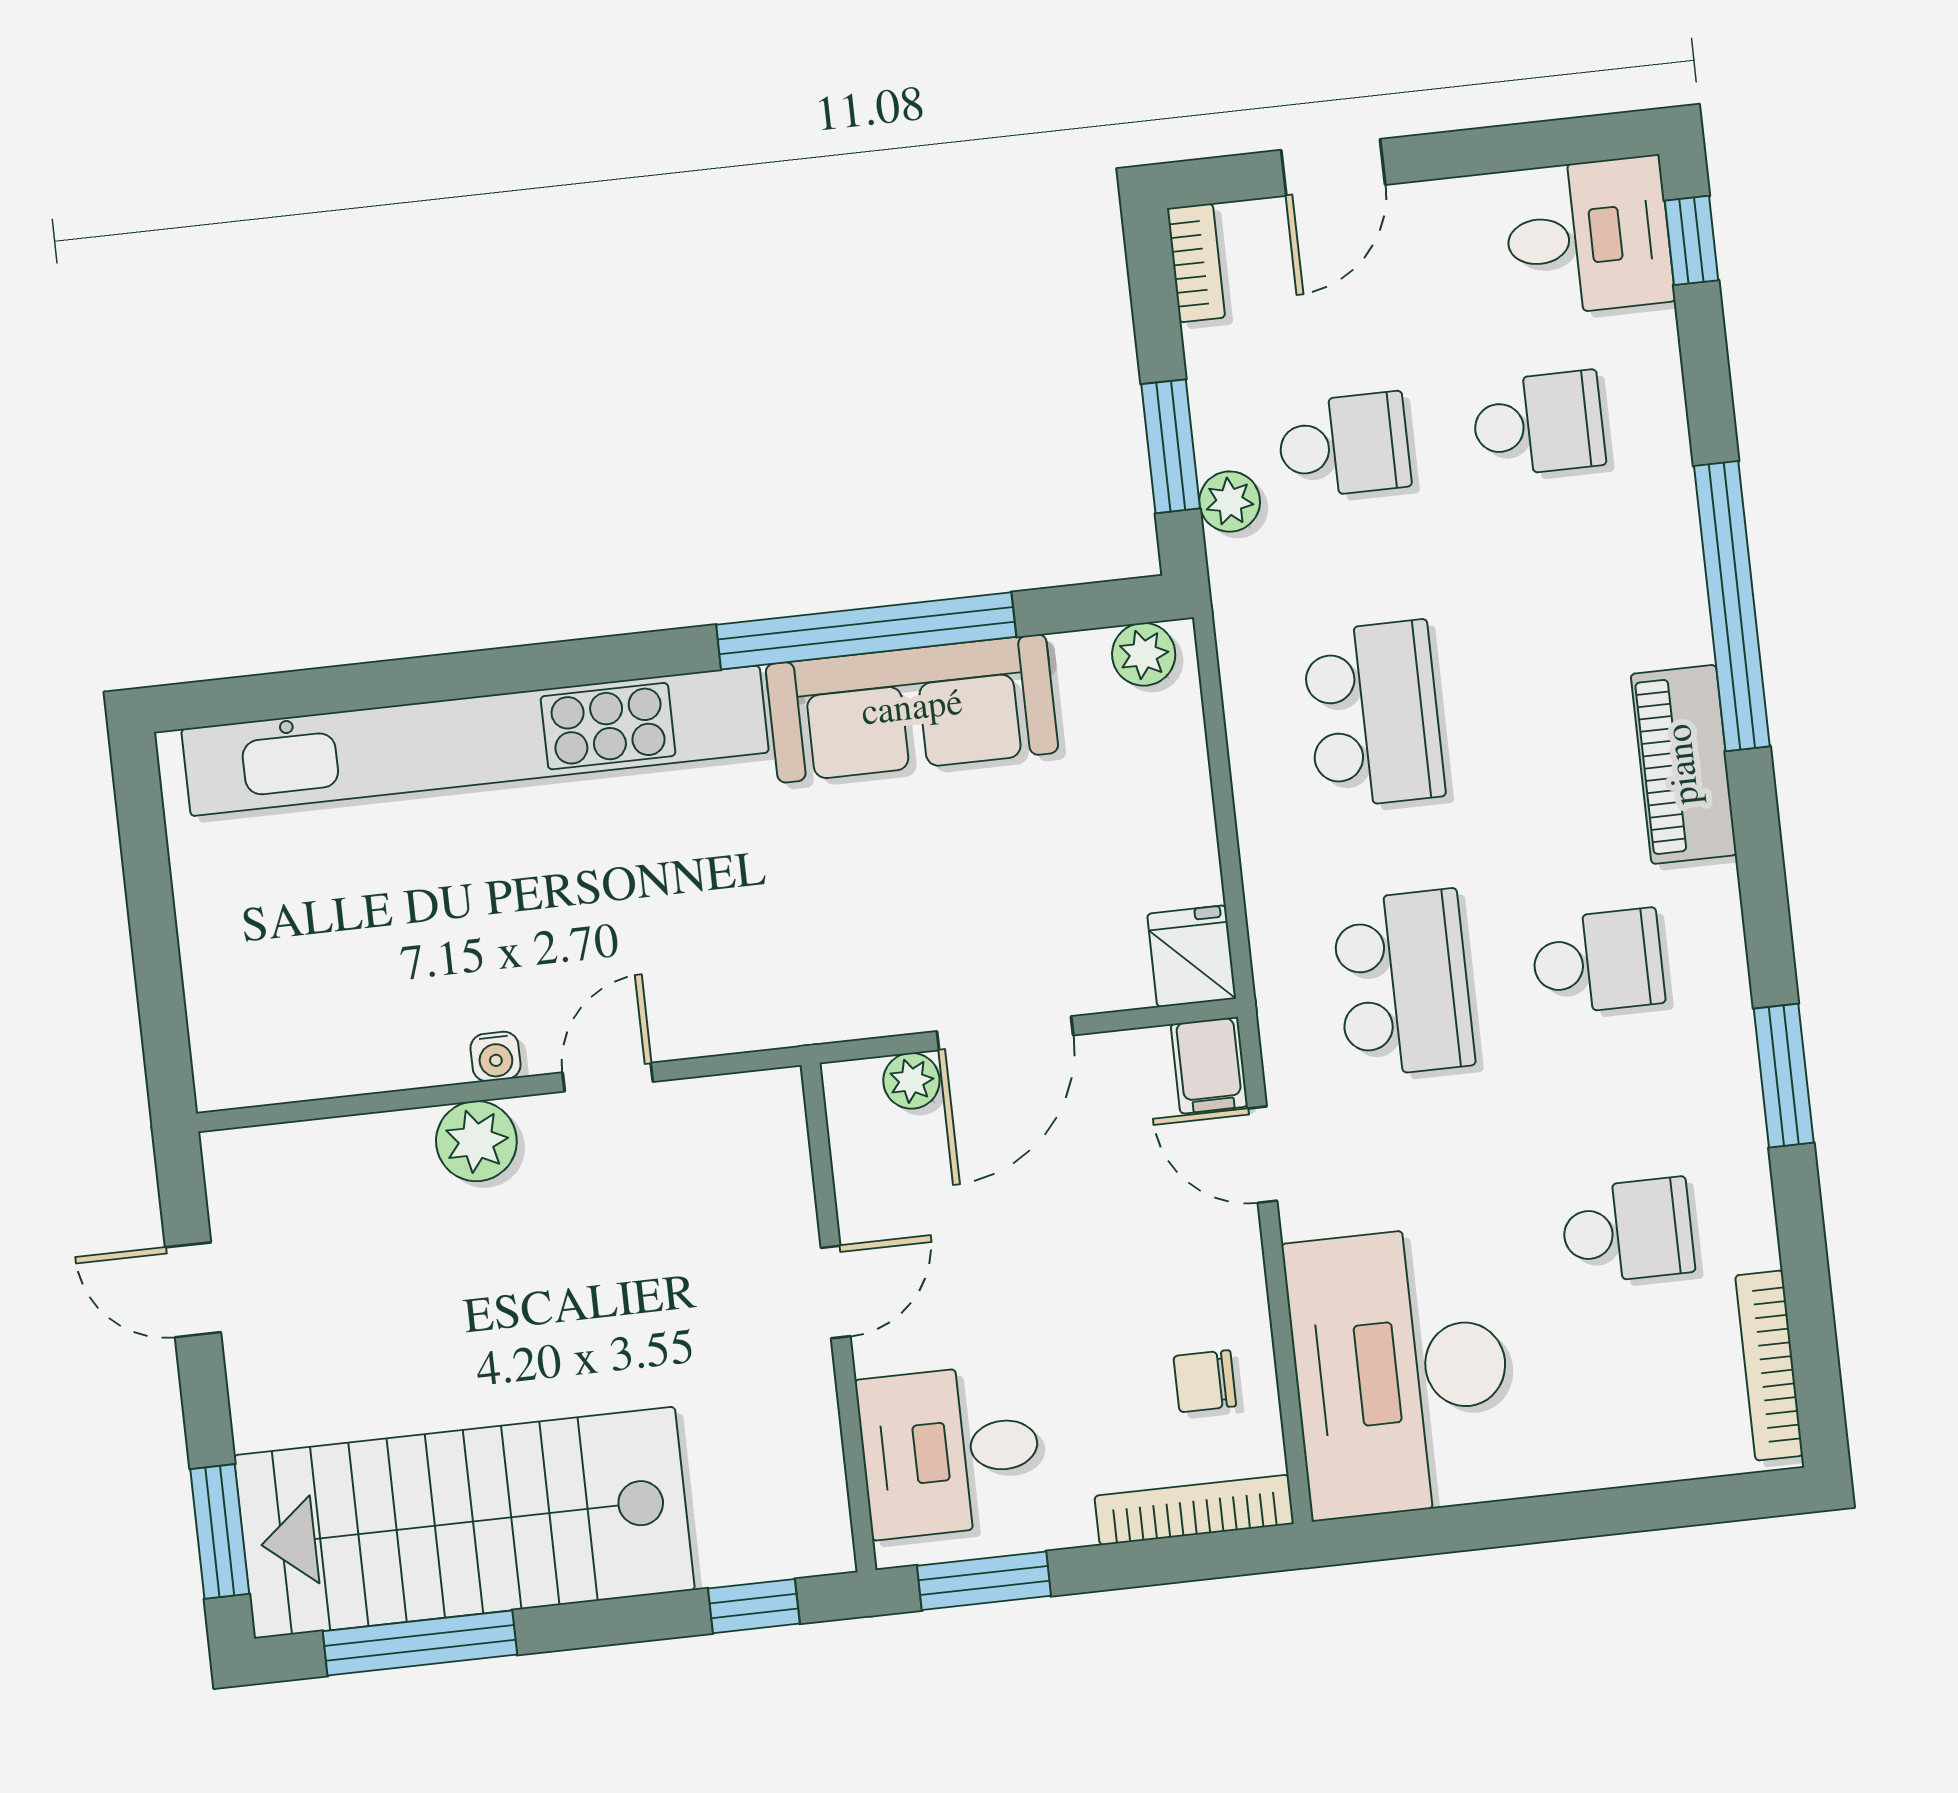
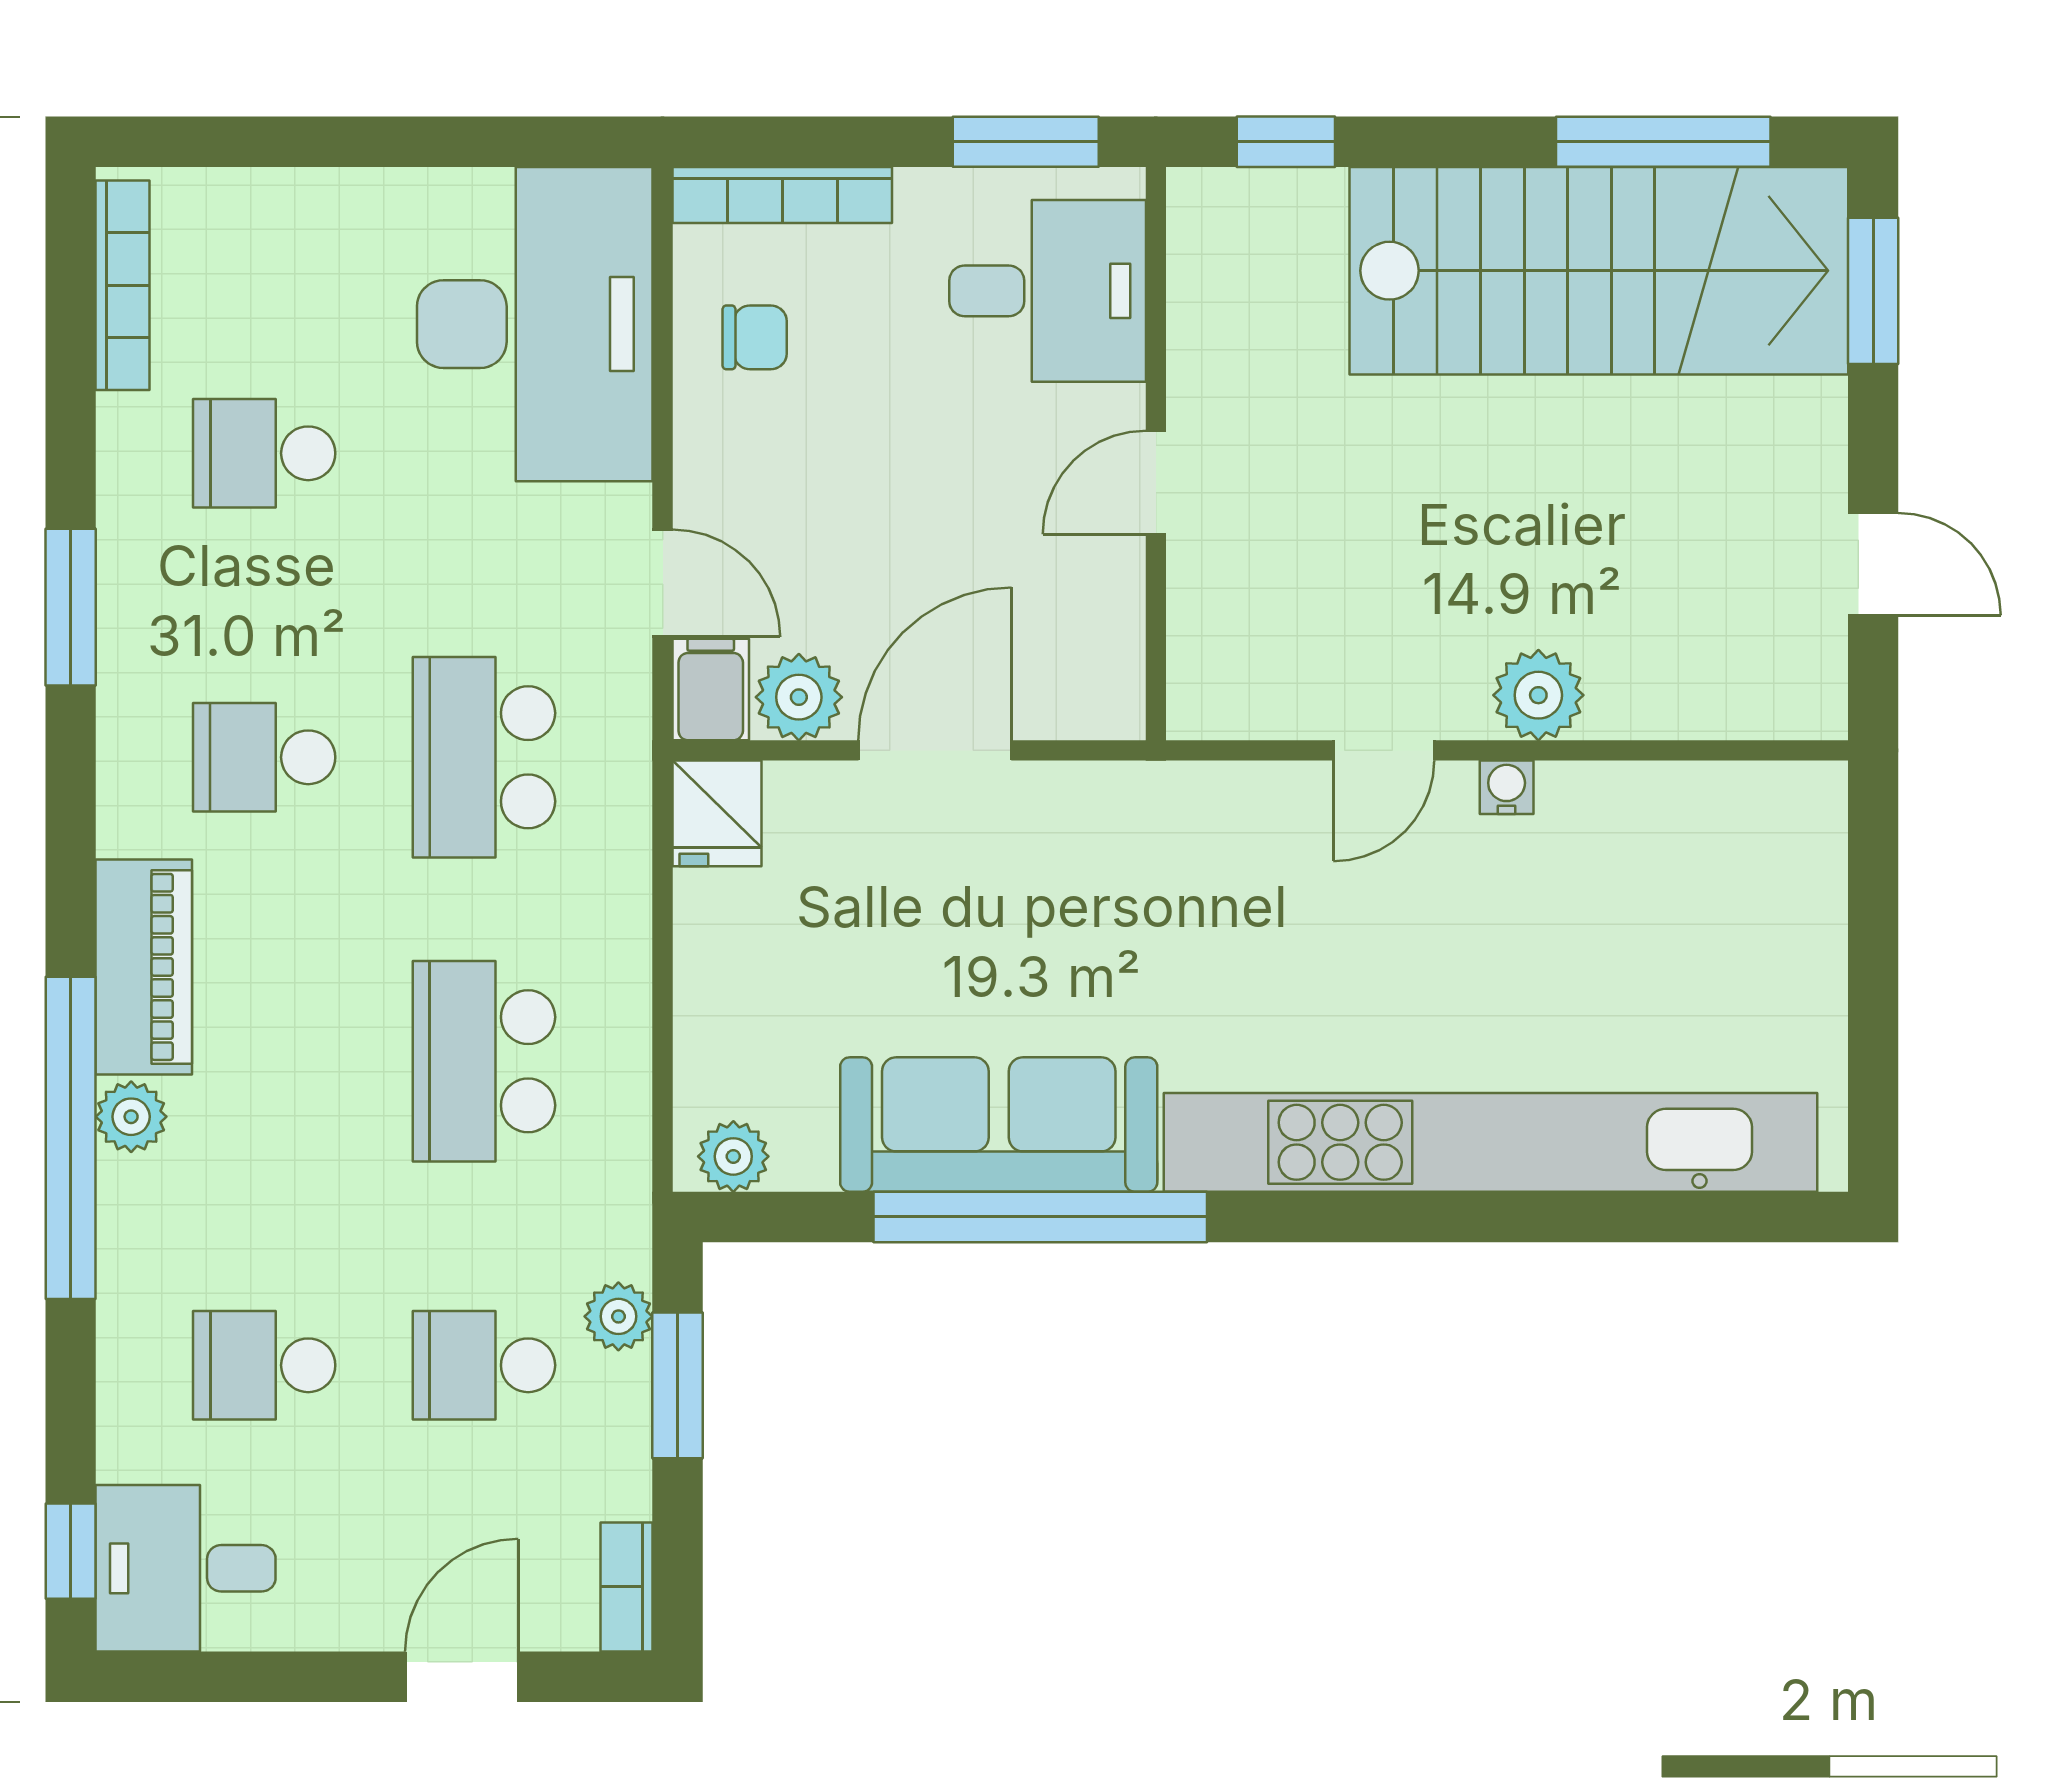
plant: (1680, 631) -> (131, 1117), added
plant: (911, 1081) -> (799, 697), moved, width x1.38, depth x1.38

